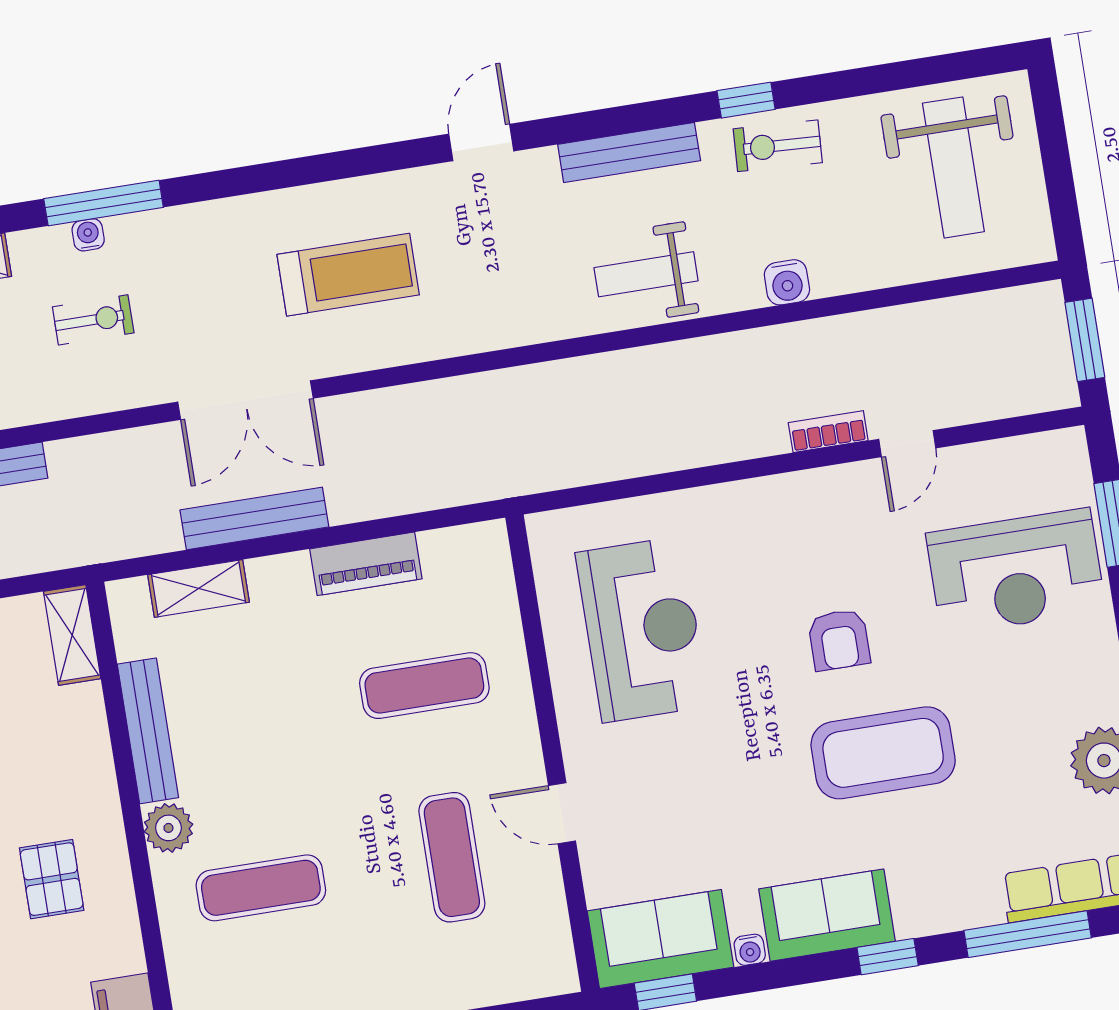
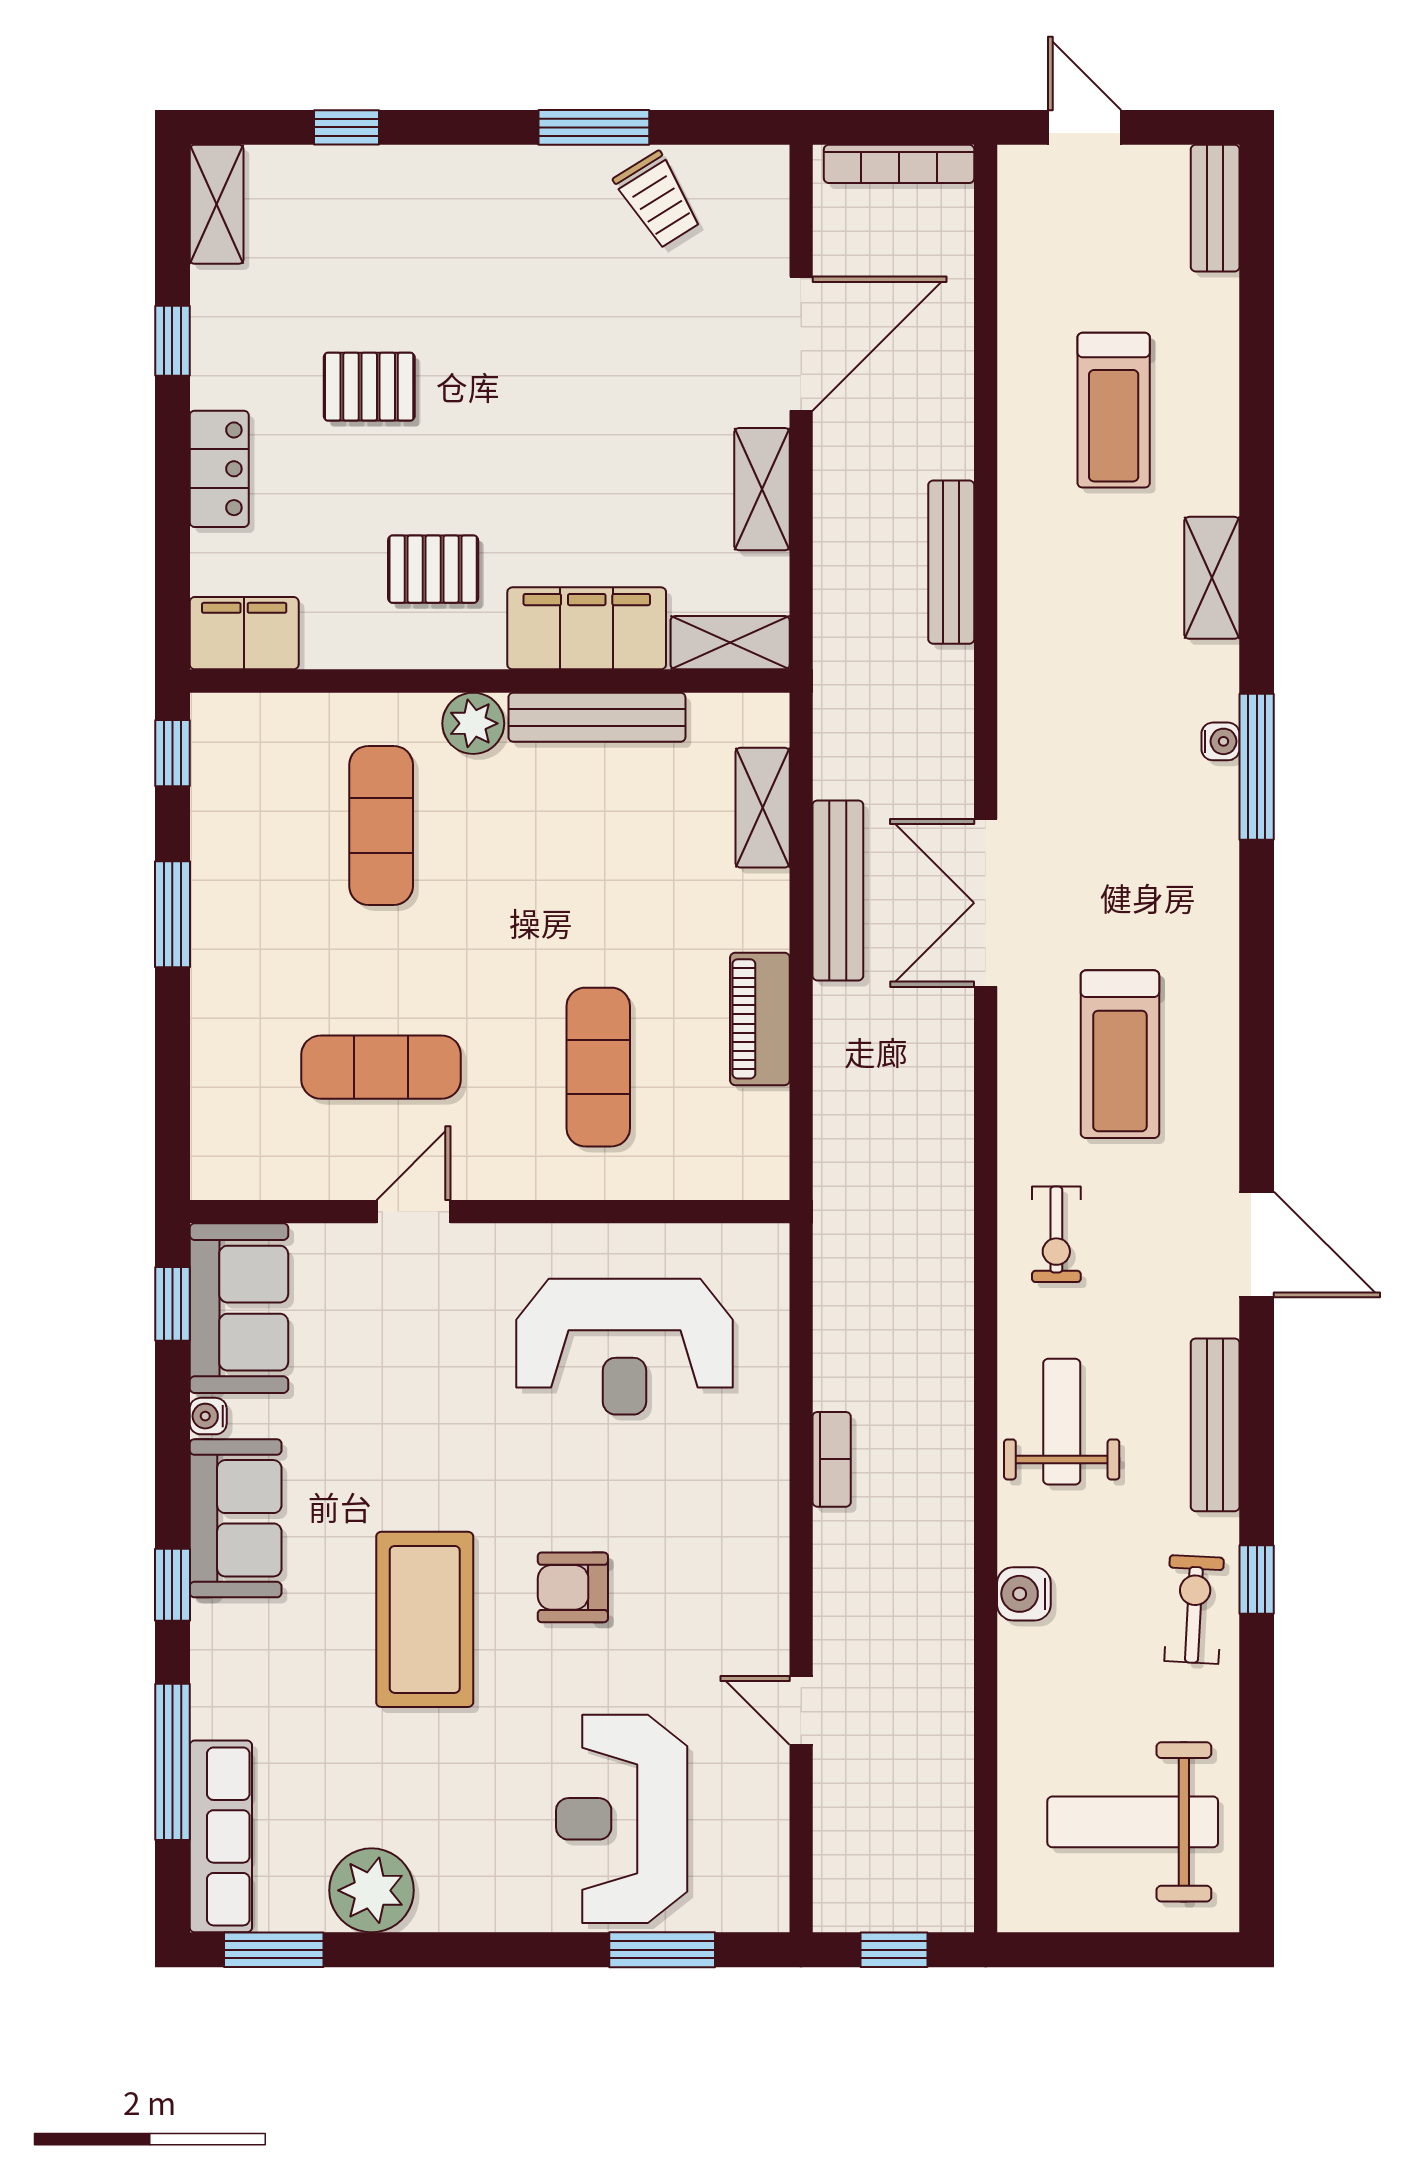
door: (481, 142) -> (1257, 1244), width x1.38
exercise bike: (93, 320) -> (1056, 1234), moved
window: (1085, 340) -> (894, 1950), width x0.67
bookcase: (828, 432) -> (832, 1459), moved
filing cabinet: (79, 750) -> (587, 628), added

